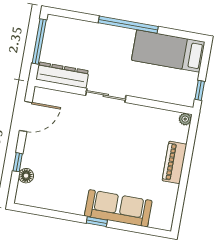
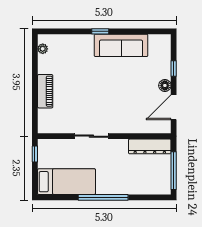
sliding door: (106, 95) -> (91, 136), moved
plant: (185, 119) -> (43, 49), moved
floor lamp: (26, 176) -> (165, 85), moved
sofa: (118, 208) -> (121, 45), moved

